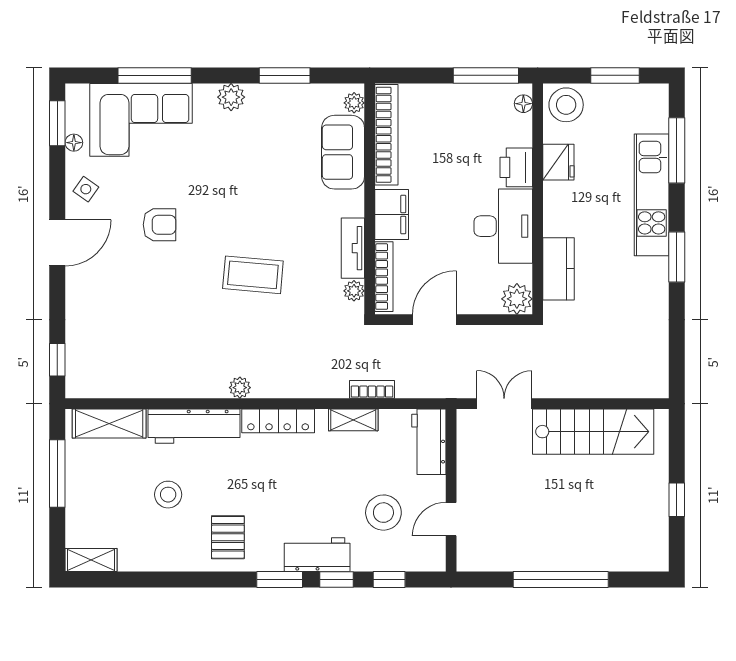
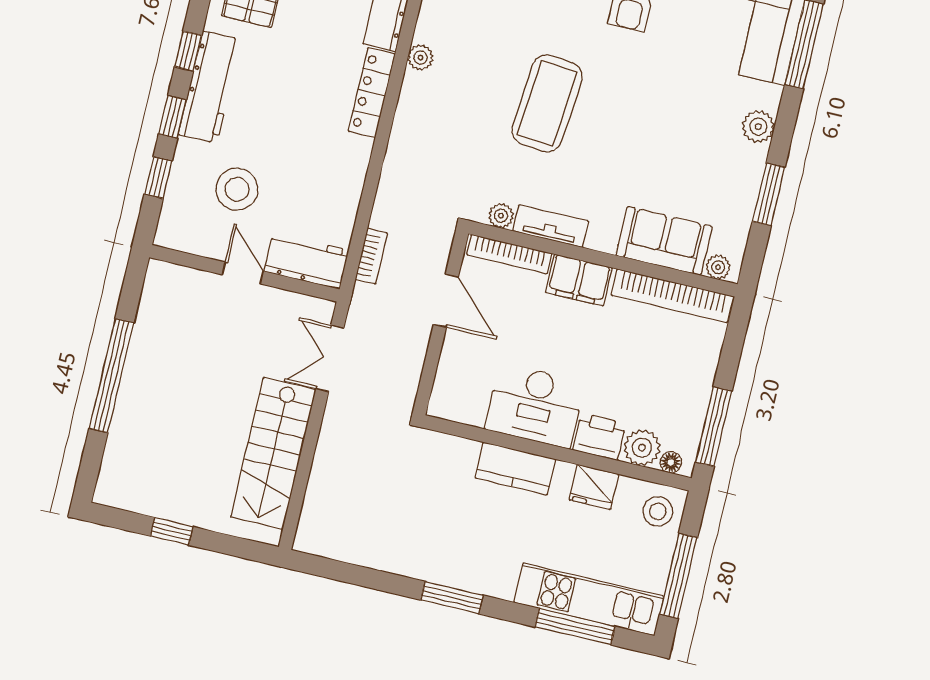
window: (615, 75) -> (678, 576), width x1.44
stool: (566, 105) -> (658, 511), width x0.73, depth x0.73
kitchen unit: (652, 195) -> (589, 599), moved
kitchen counter: (558, 269) -> (515, 468), moved
coffee table: (253, 275) -> (547, 103), width x1.36, depth x1.32
plant: (517, 299) -> (642, 448), moved
bookcase: (372, 389) -> (371, 256), moved
double door: (504, 404) -> (330, 358), swing flipped
shelving: (353, 420) -> (352, 180), removed
door: (451, 519) -> (243, 273), moved
workbench: (317, 555) -> (210, 87), width x1.37
window: (280, 579) -> (188, 51), width x0.67

